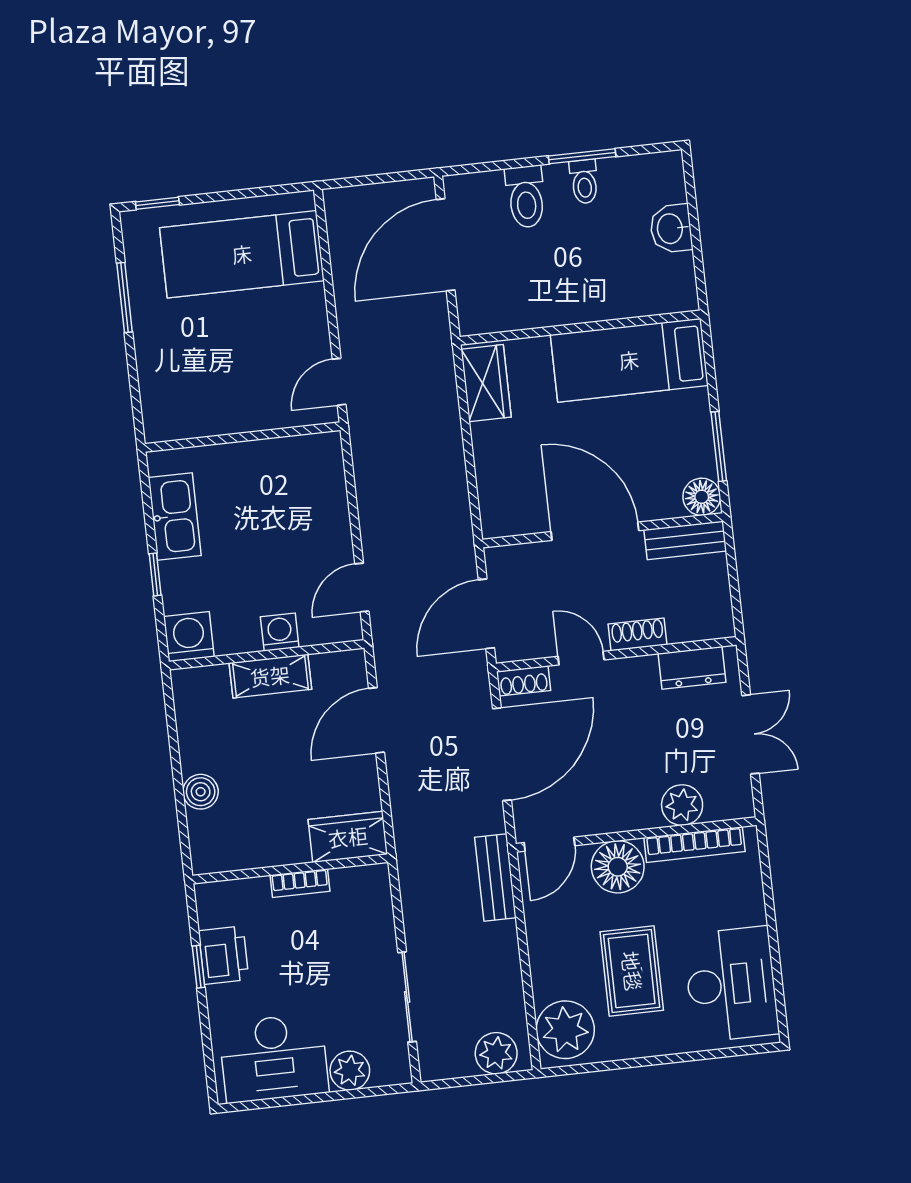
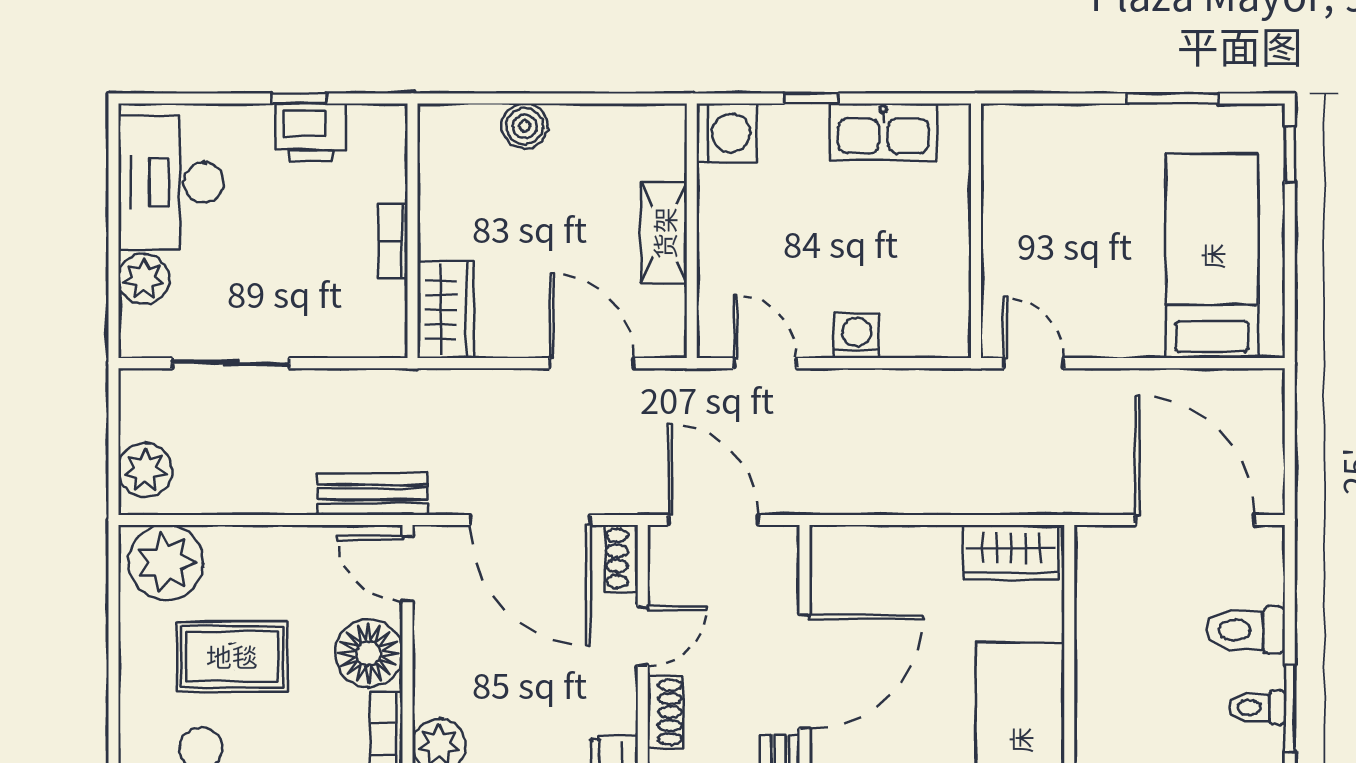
washing machine: (280, 632) -> (857, 336), moved, turned -90

